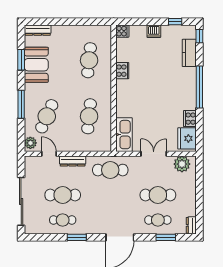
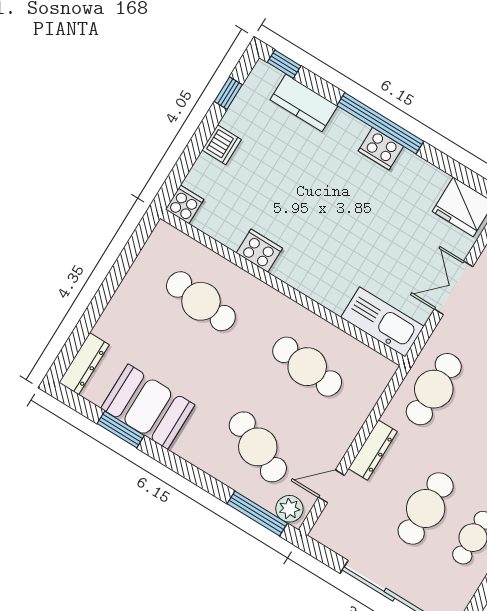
window: (21, 104) -> (257, 513), moved
cooker: (190, 119) -> (381, 149), moved

